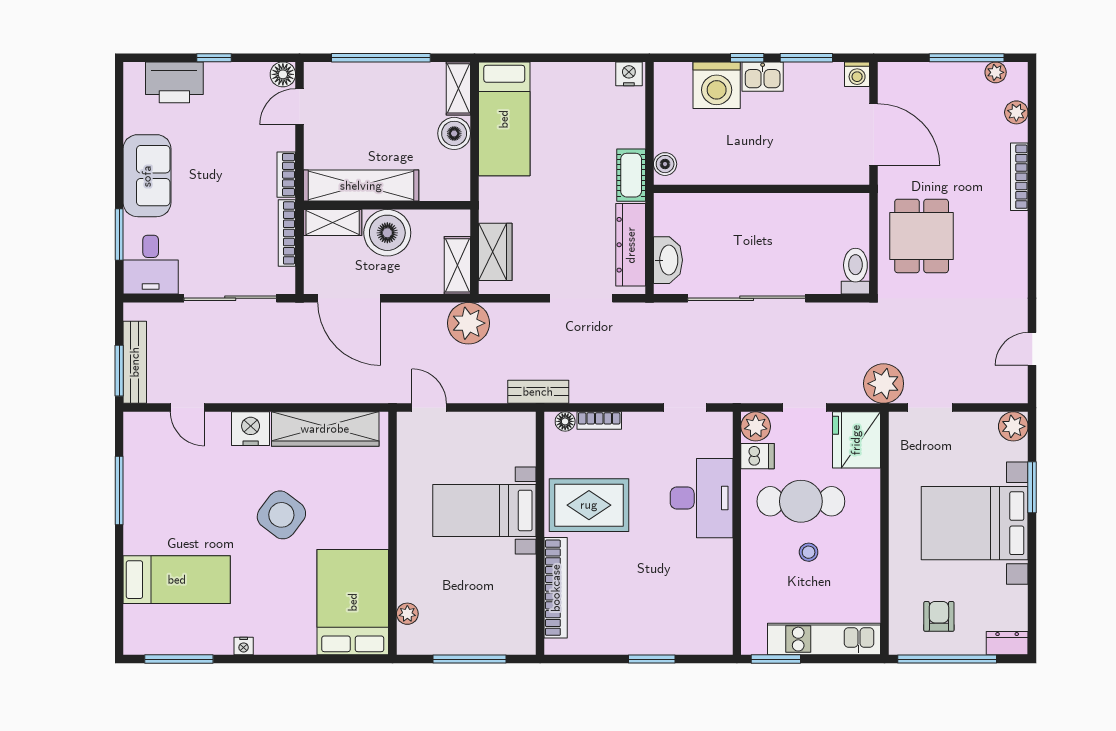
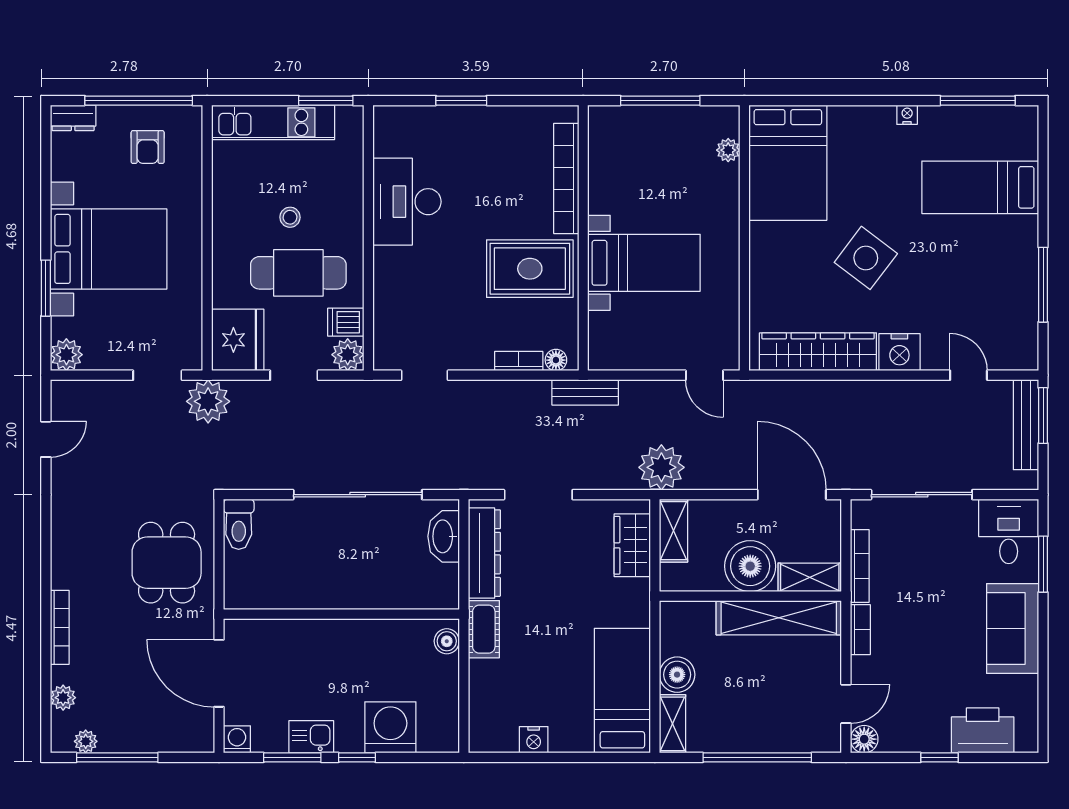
nightstand: (629, 74) -> (534, 740), moved
kitchen sink: (763, 77) -> (311, 737), moved
desk: (702, 498) -> (407, 202), moved

